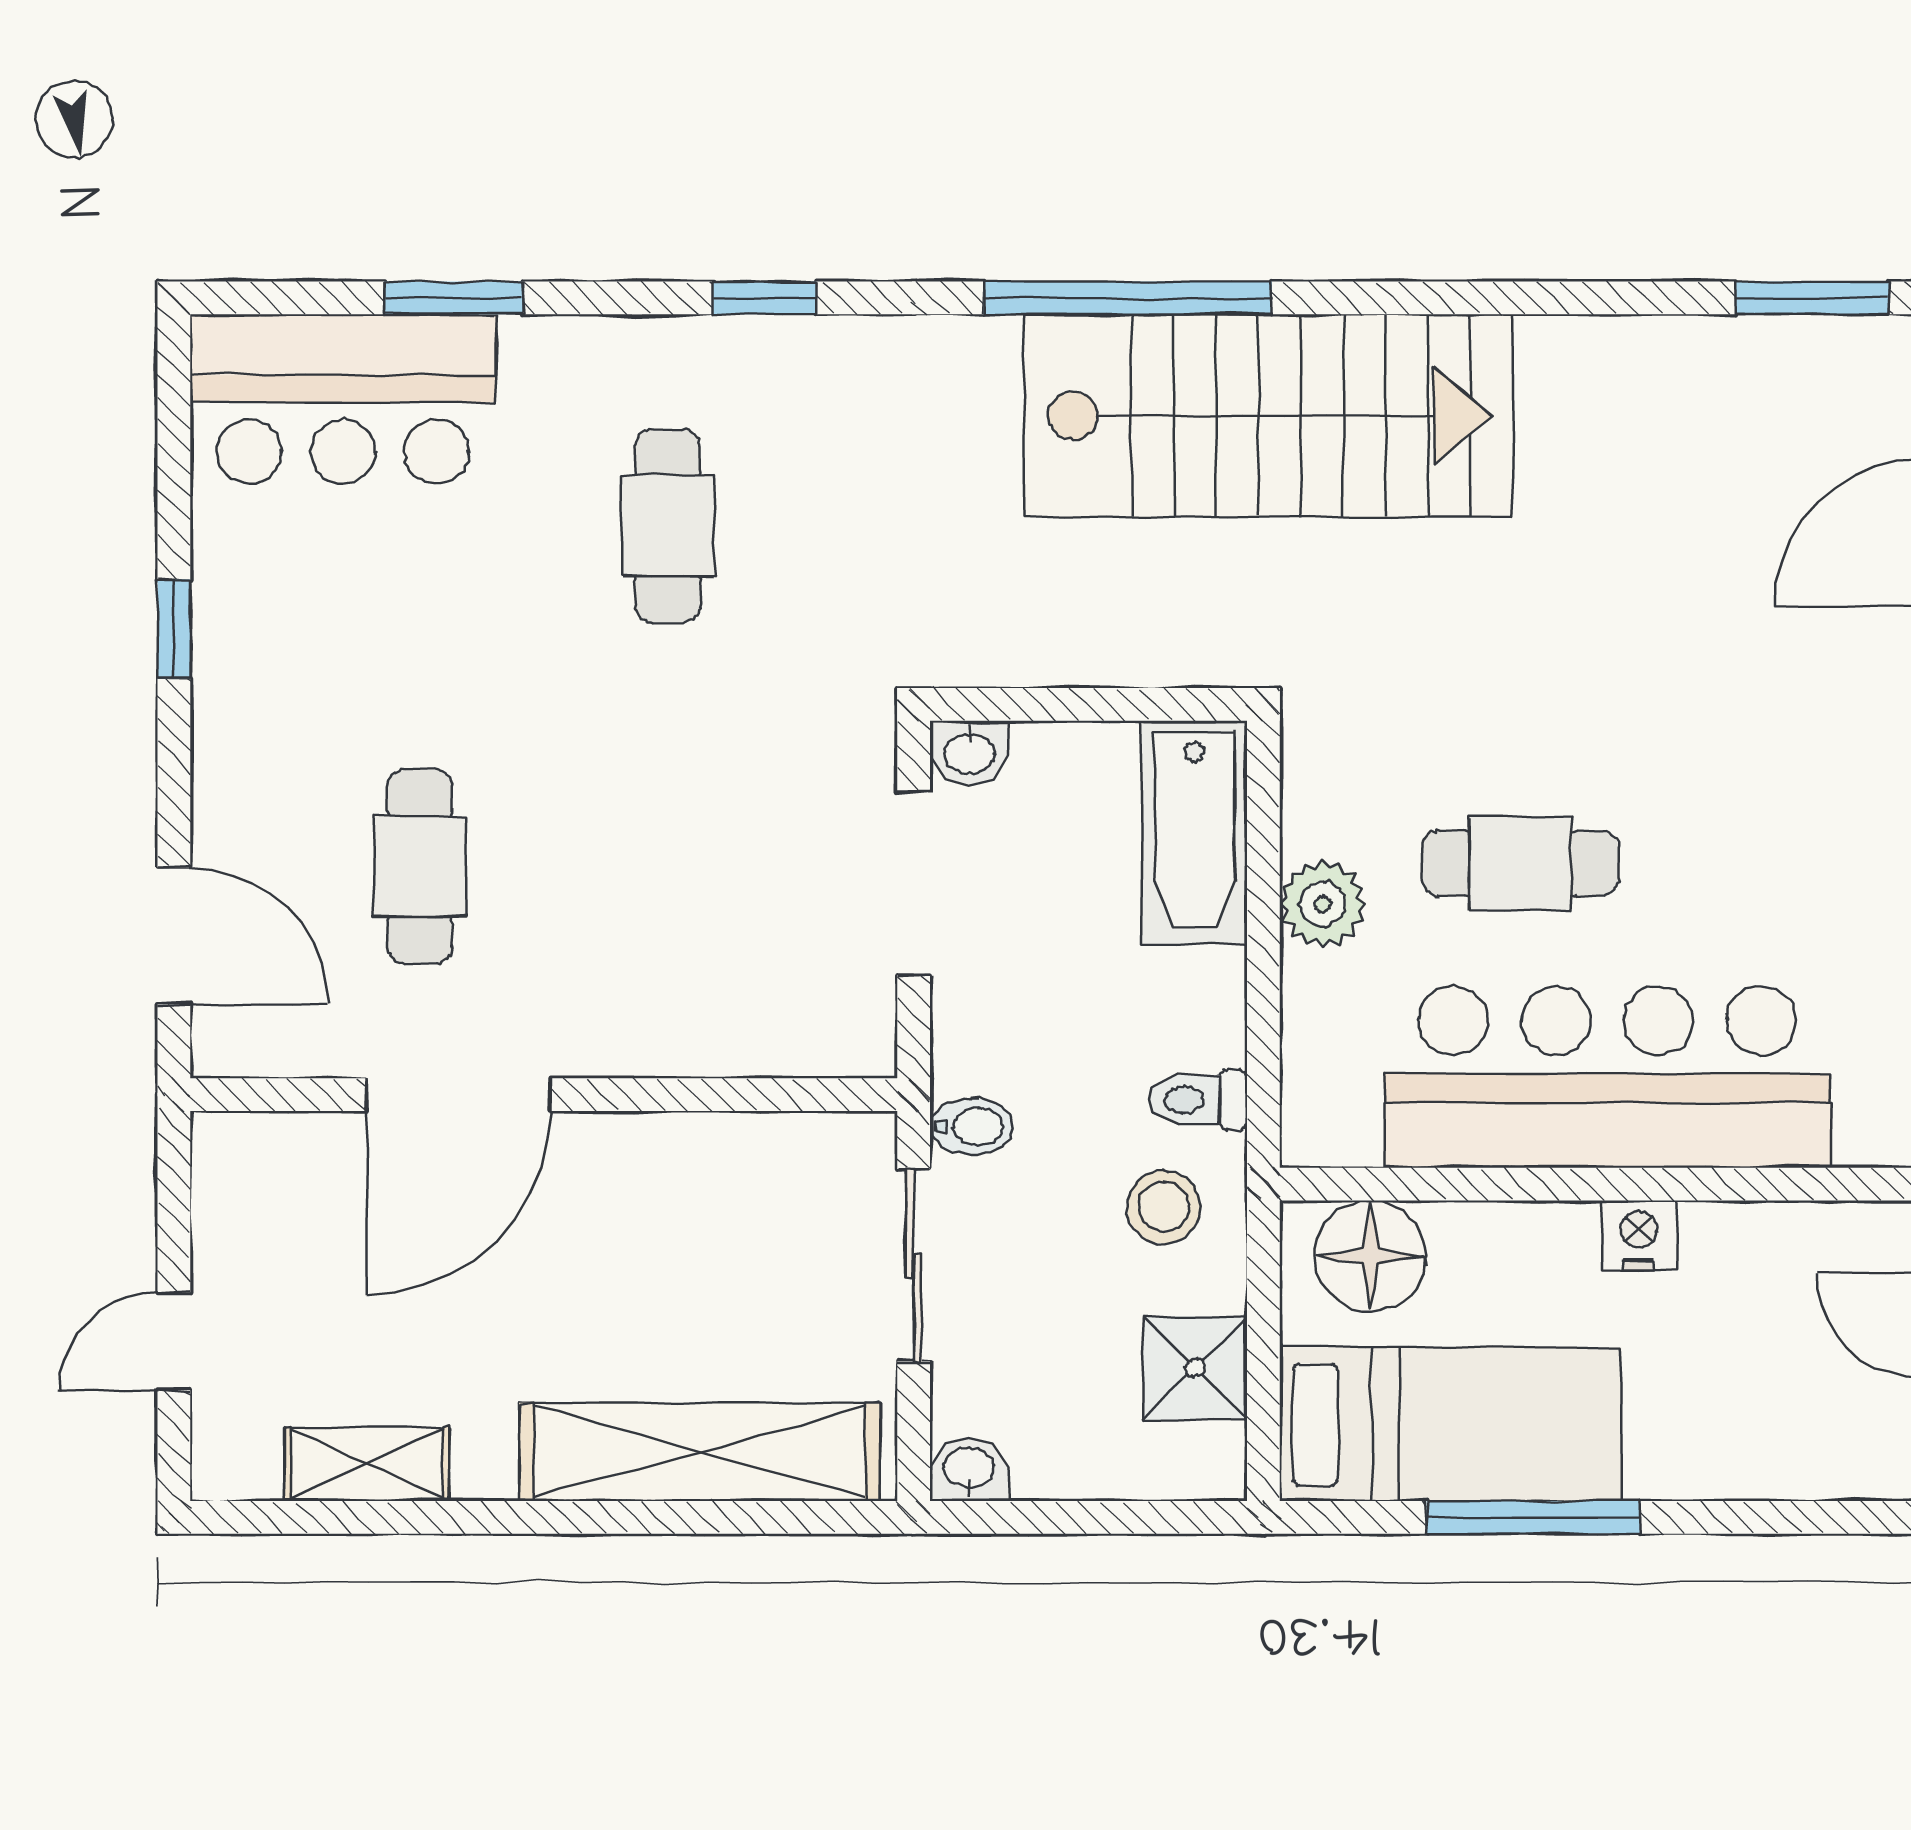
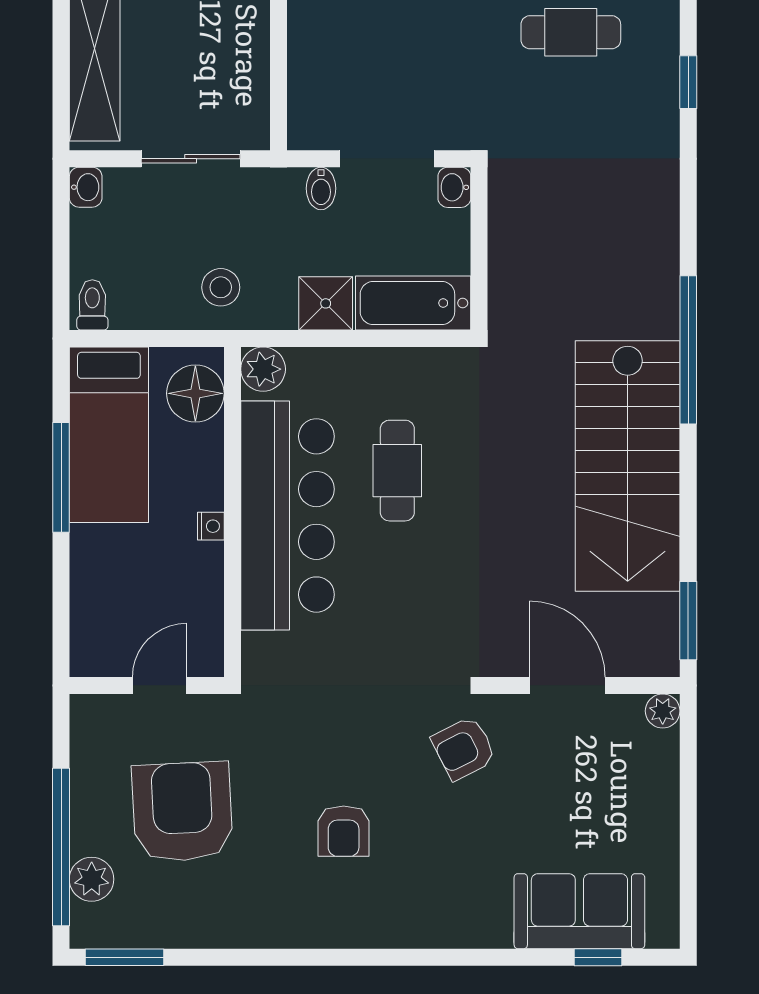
window: (1128, 298) -> (688, 350), moved
stairs: (1268, 416) -> (628, 466), moved
plant: (1323, 904) -> (263, 369), moved
toilet: (1198, 1100) -> (92, 305), moved
bidet: (972, 1126) -> (321, 188), moved
nightstand: (1639, 1235) -> (211, 526), width x0.72, depth x0.74
shower: (1195, 1368) -> (326, 303), moved

